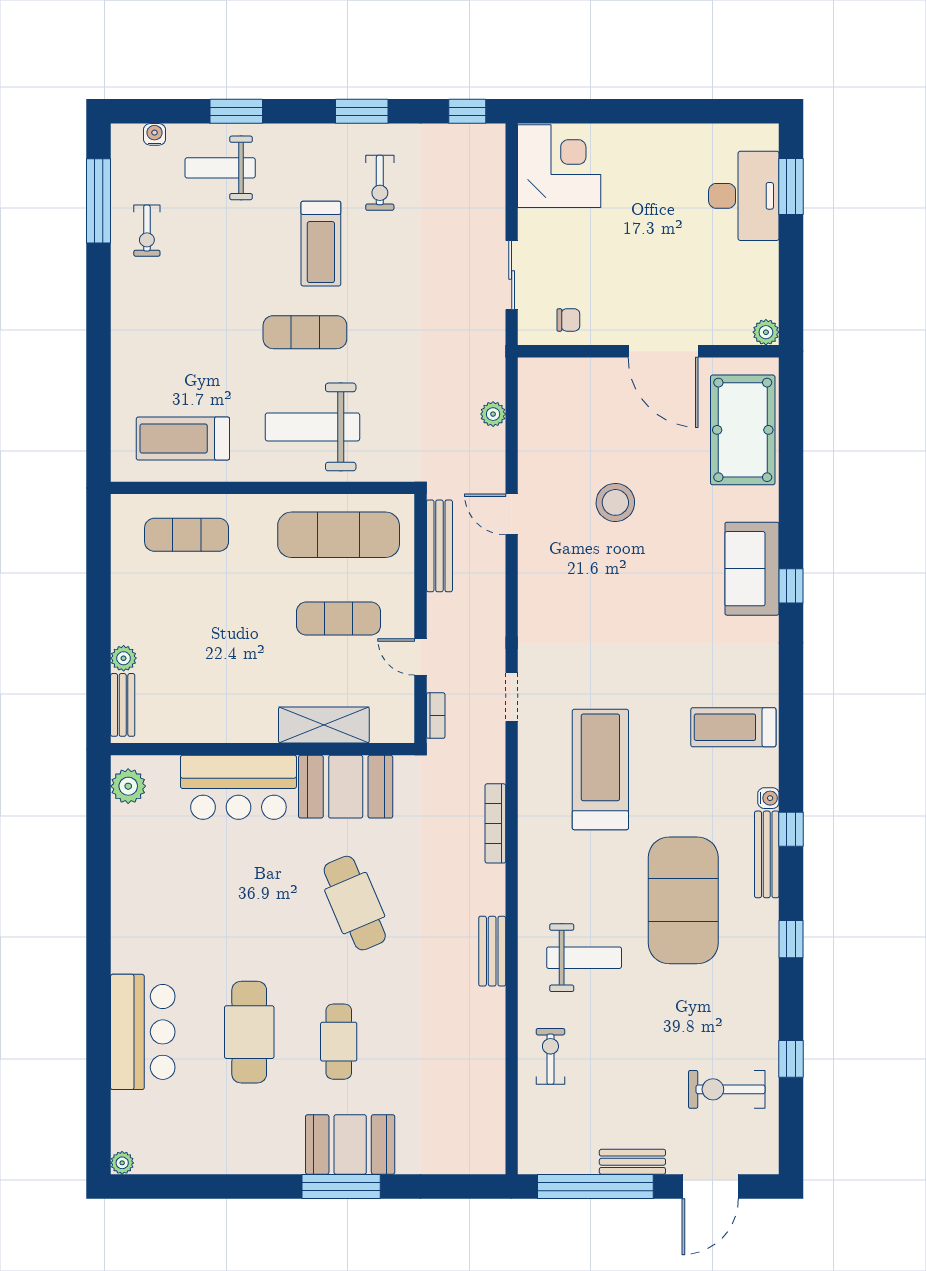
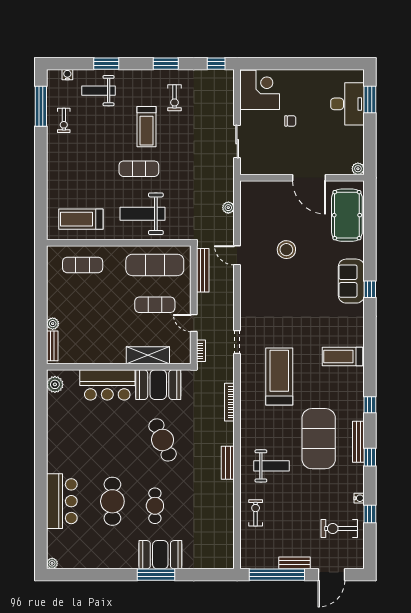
chair: (568, 320) -> (290, 121), moved
water cooler: (768, 798) -> (359, 498), moved
bench: (767, 854) -> (358, 442), moved

